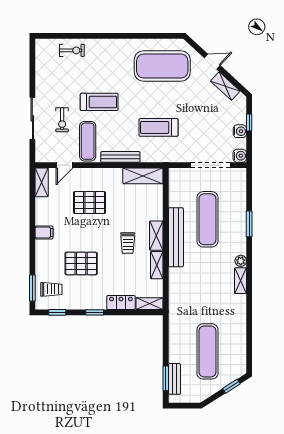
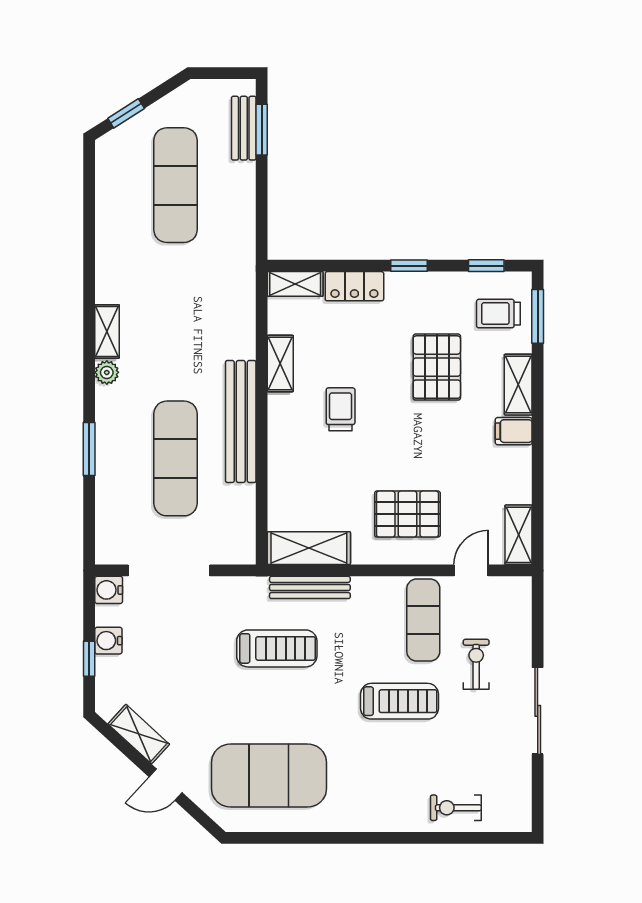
treadmill: (99, 102) -> (399, 701), turned 180
sliding door: (32, 118) -> (538, 711), moved
bench: (120, 157) -> (310, 587), moved
pallet: (90, 202) -> (407, 514), moved
shelving: (156, 236) -> (518, 385), moved
pallet: (81, 263) -> (437, 367), turned 90

